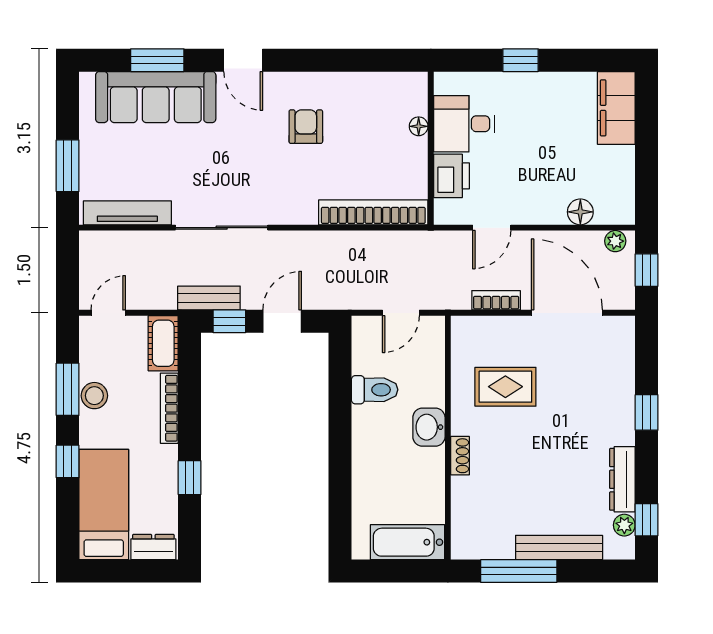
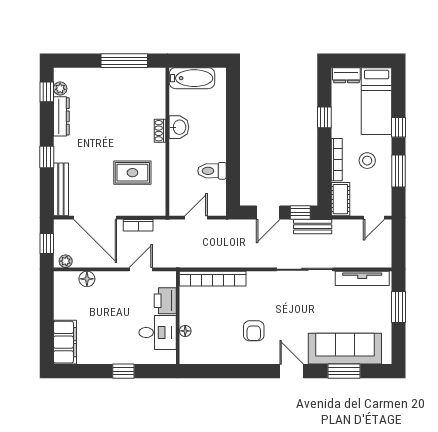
stool: (94, 396) -> (367, 161), moved
washbasin: (429, 427) -> (179, 127), moved
bench: (559, 548) -> (61, 189), moved, turned 90

